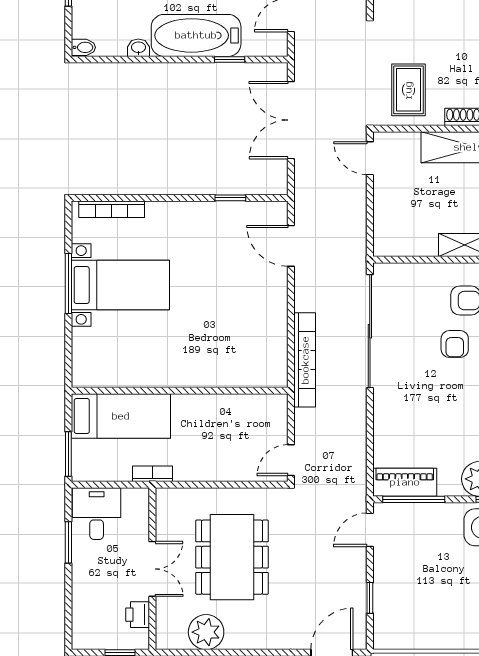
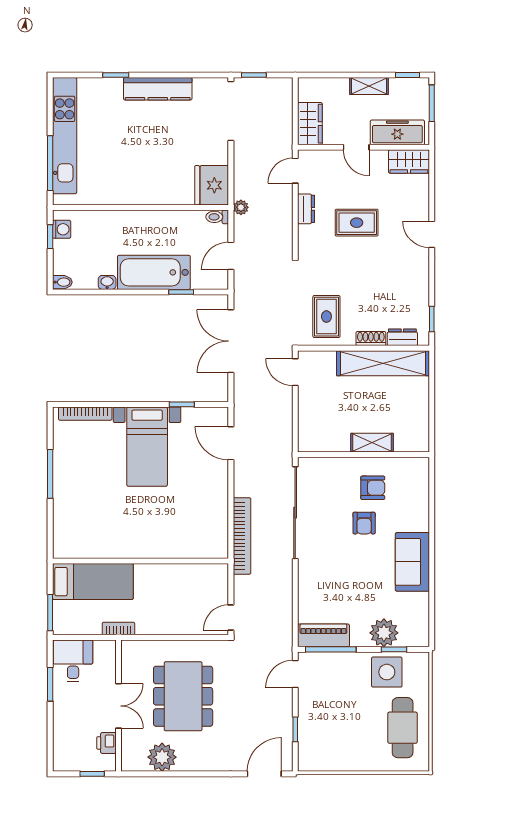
bed with nightstands: (120, 285) -> (147, 447), moved, turned 90

